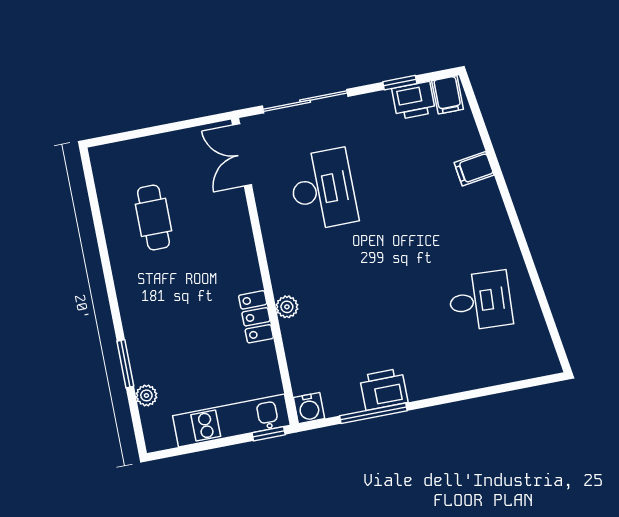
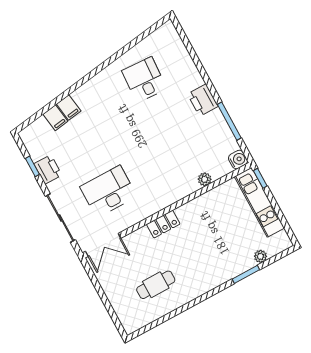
filing cabinet: (448, 95) -> (55, 118), moved, turned 82
printer: (414, 100) -> (48, 169), moved
plant: (287, 307) -> (205, 179), moved
locker: (256, 317) -> (163, 224), moved
printer: (384, 389) -> (203, 100), moved

